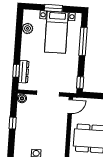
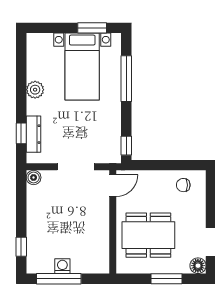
window: (53, 8) -> (92, 28), moved
plant: (28, 28) -> (35, 90), moved
window: (13, 123) -> (21, 247), moved

